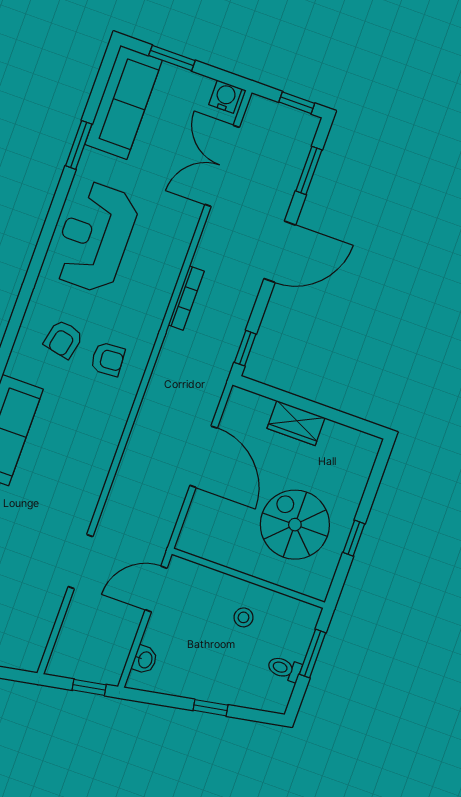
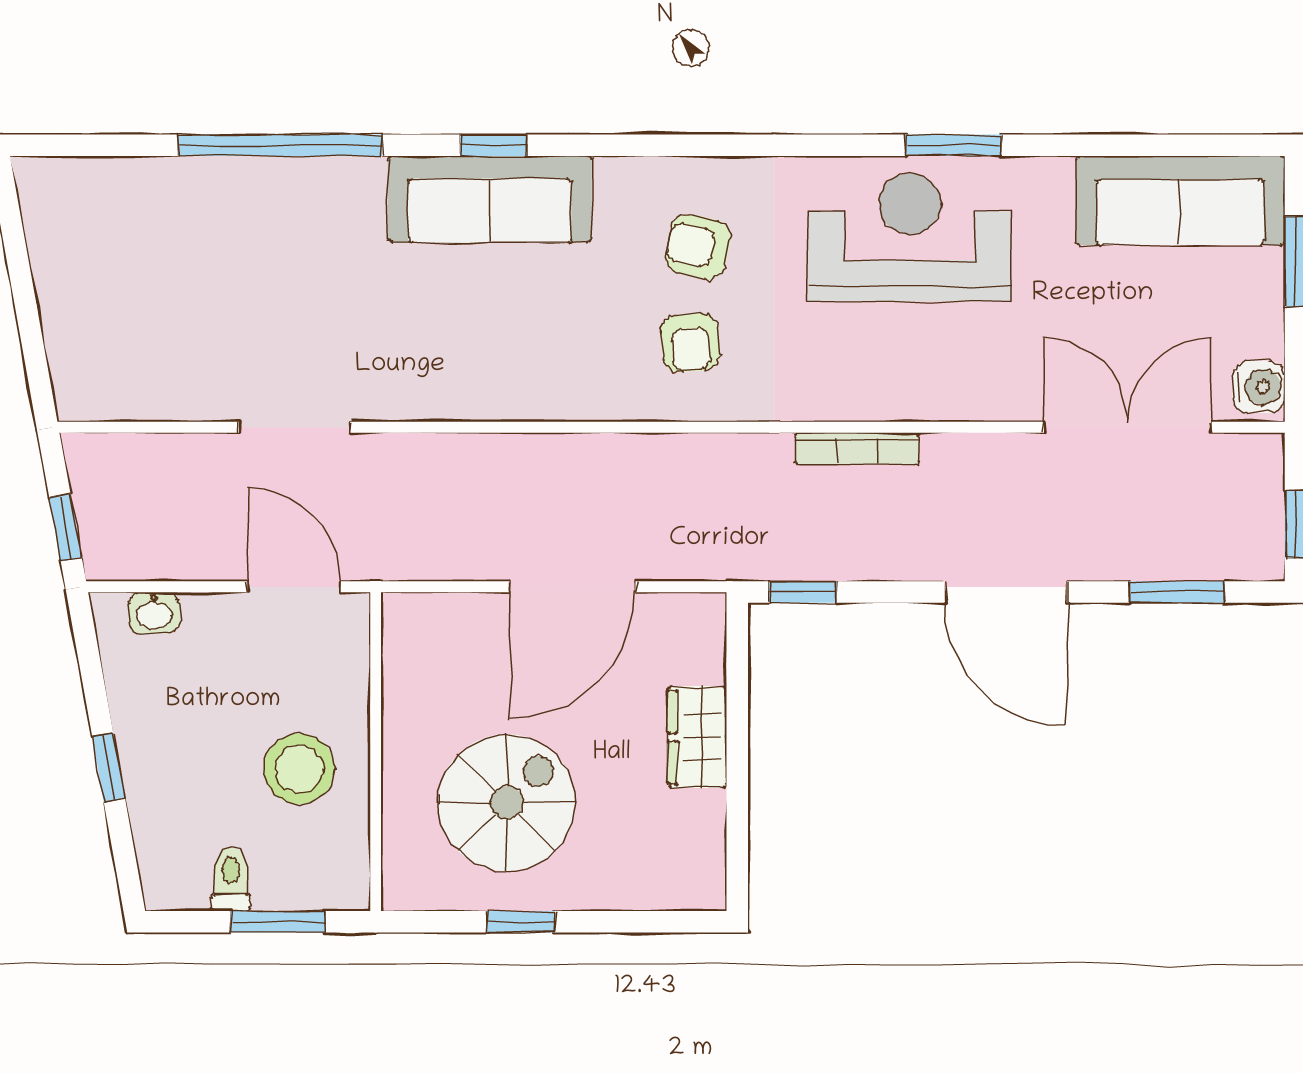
window: (79, 145) -> (954, 145), moved
stool: (243, 617) -> (299, 769), width x1.89, depth x1.89

